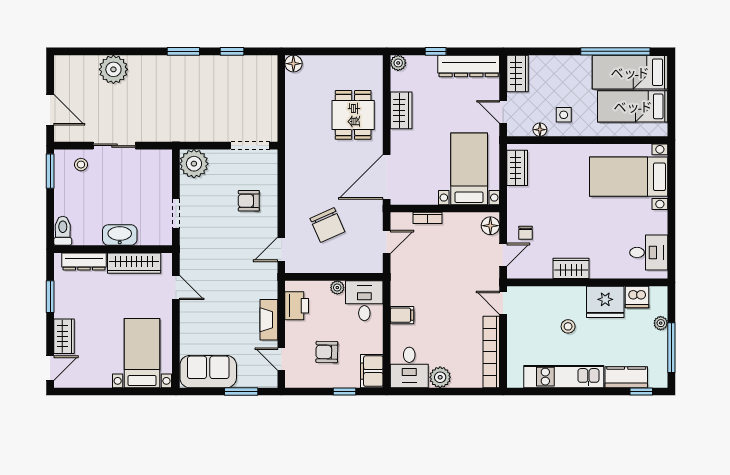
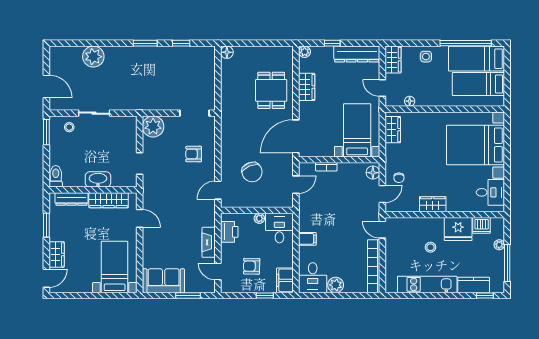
side table: (564, 115) -> (426, 57), moved
bed with nightstands: (629, 177) -> (475, 145), width x1.36

